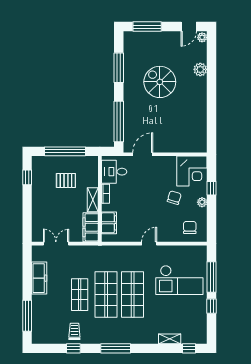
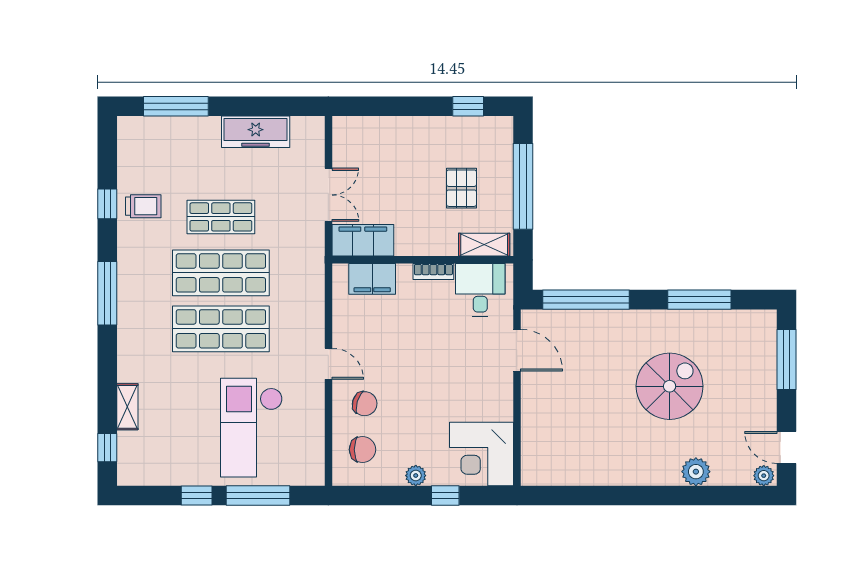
chair: (174, 198) -> (365, 404), moved
shelving: (93, 200) -> (484, 245), moved
double door: (56, 244) -> (328, 195), moved

